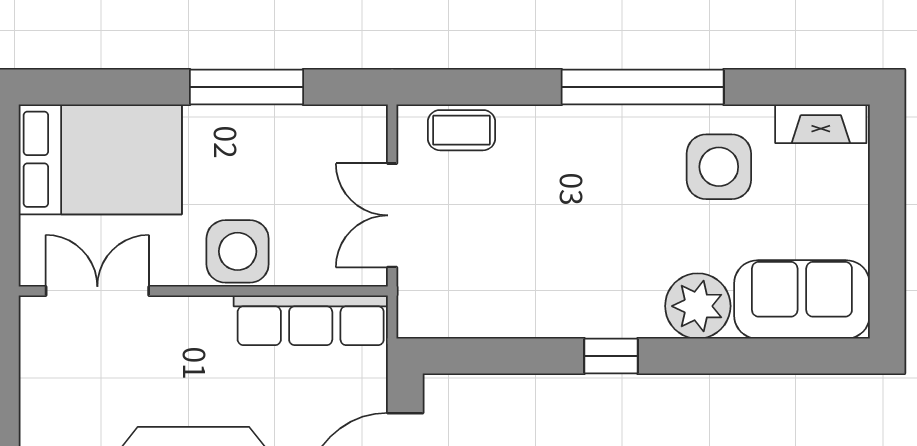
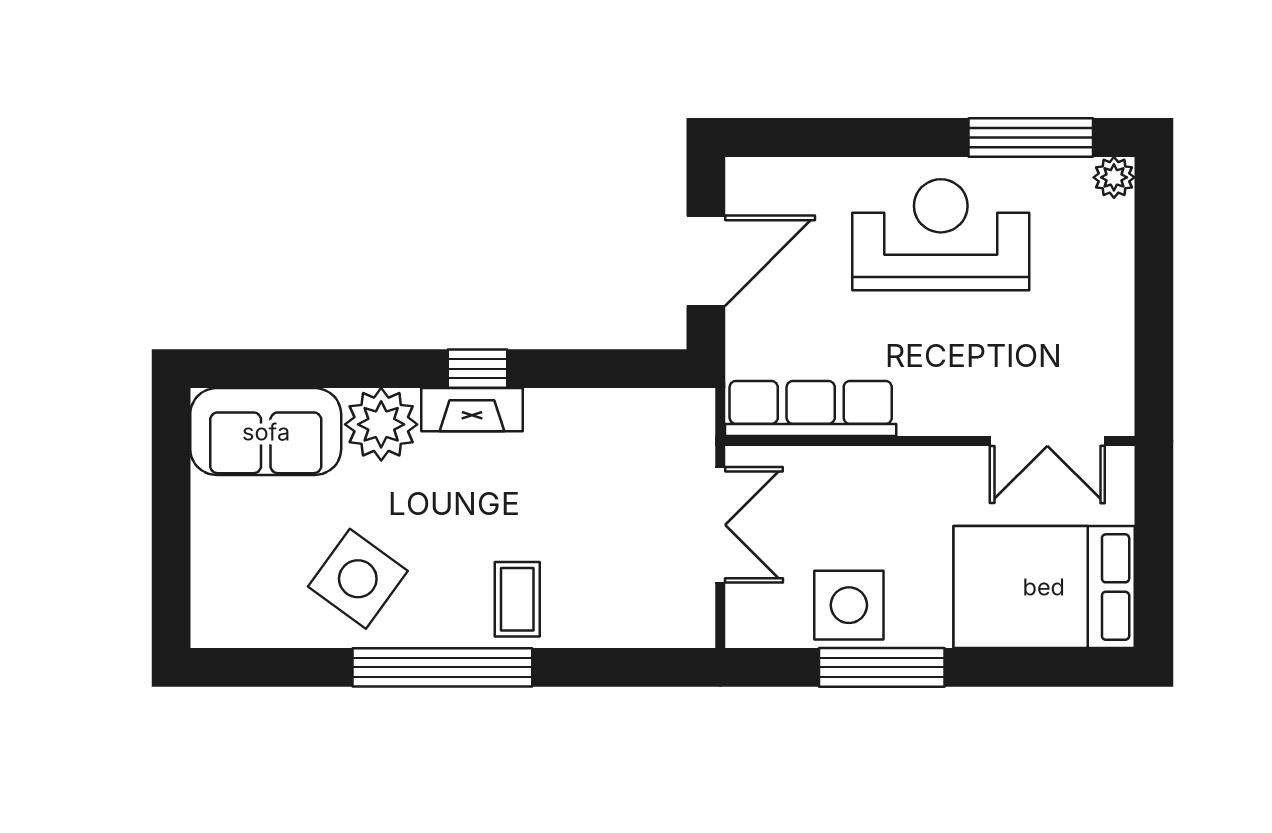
fireplace: (821, 124) -> (472, 410), moved, turned 180
coffee table: (462, 130) -> (517, 599), moved, turned 90
side table: (719, 167) -> (358, 579), turned 36
side table: (238, 251) -> (849, 605), moved

